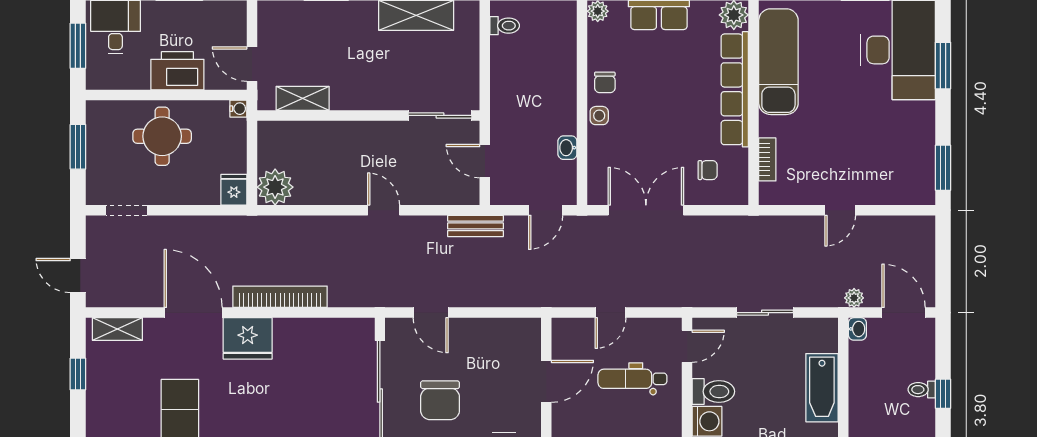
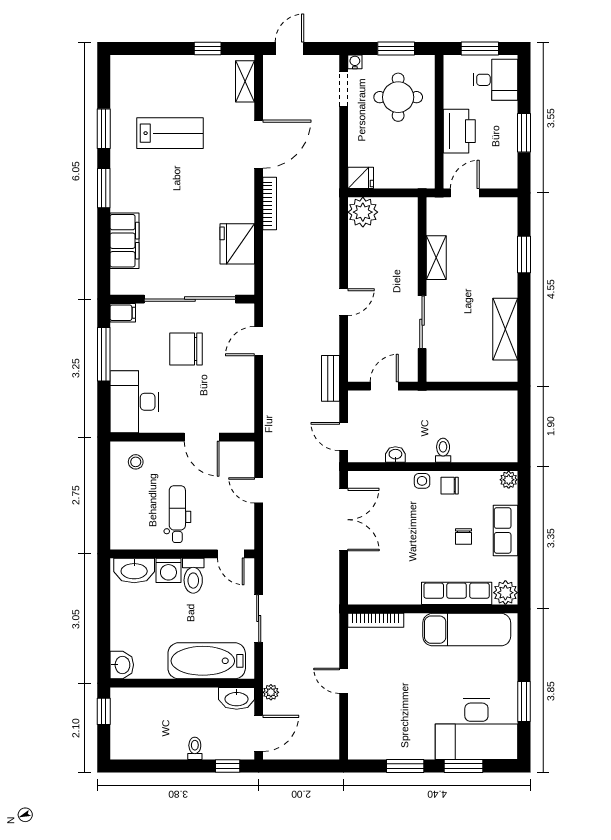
toilet: (505, 26) -> (443, 450), moved, turned 180
row of seats: (735, 89) -> (457, 593), width x0.73
shelving: (303, 98) -> (436, 258), moved
water cooler: (238, 109) -> (355, 62), moved, turned 180
sliding door: (440, 115) -> (422, 322), moved
round table: (162, 136) -> (398, 97), moved
bookcase: (767, 159) -> (376, 620), width x1.56
window: (943, 168) -> (405, 766), moved
chair: (708, 170) -> (463, 536), moved
bookcase: (280, 297) -> (270, 204), width x0.68, depth x0.76
washbasin: (857, 329) -> (237, 698), width x1.91, depth x1.45
fridge: (248, 338) -> (237, 244), moved
dental chair: (632, 379) -> (177, 514), moved
bathtub: (822, 388) -> (207, 661), width x1.36, depth x1.36
window: (943, 394) -> (228, 766), moved

